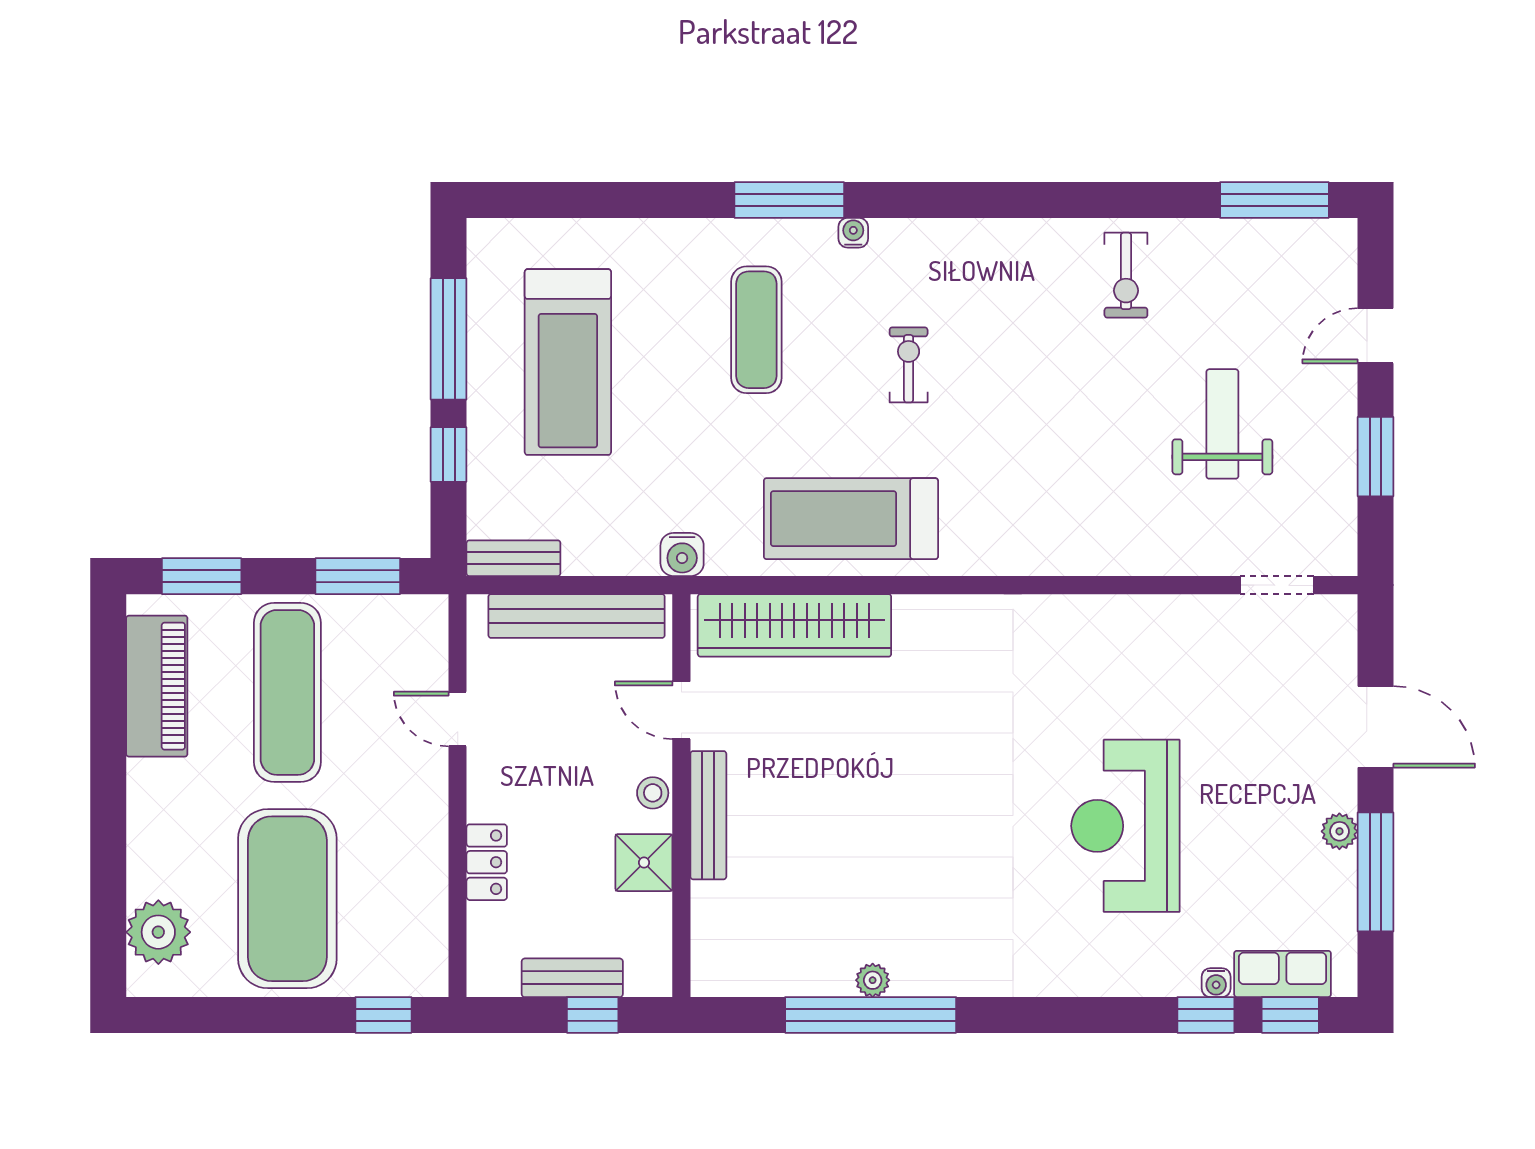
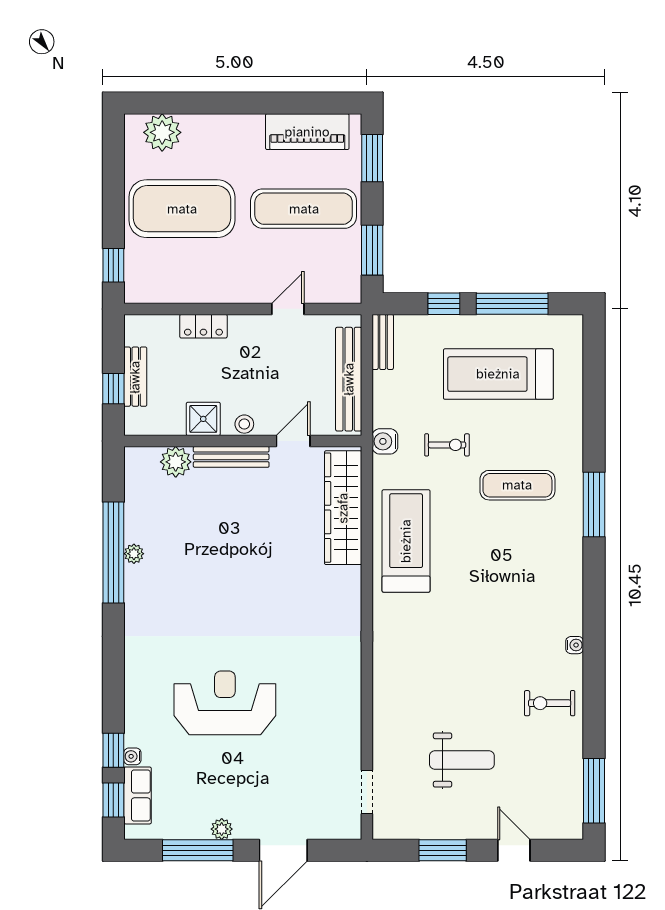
water cooler: (853, 233) -> (575, 645), moved
exercise bike: (909, 365) -> (447, 445), moved
plant: (717, 909) -> (176, 462), added

